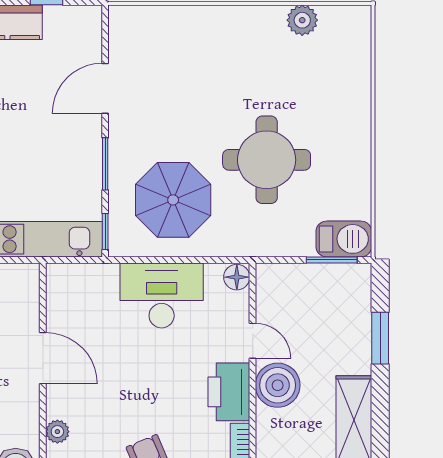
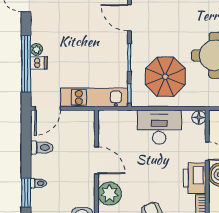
door: (105, 88) -> (129, 18), hinge flipped
plant: (57, 432) -> (110, 194), width x1.87, depth x1.87

